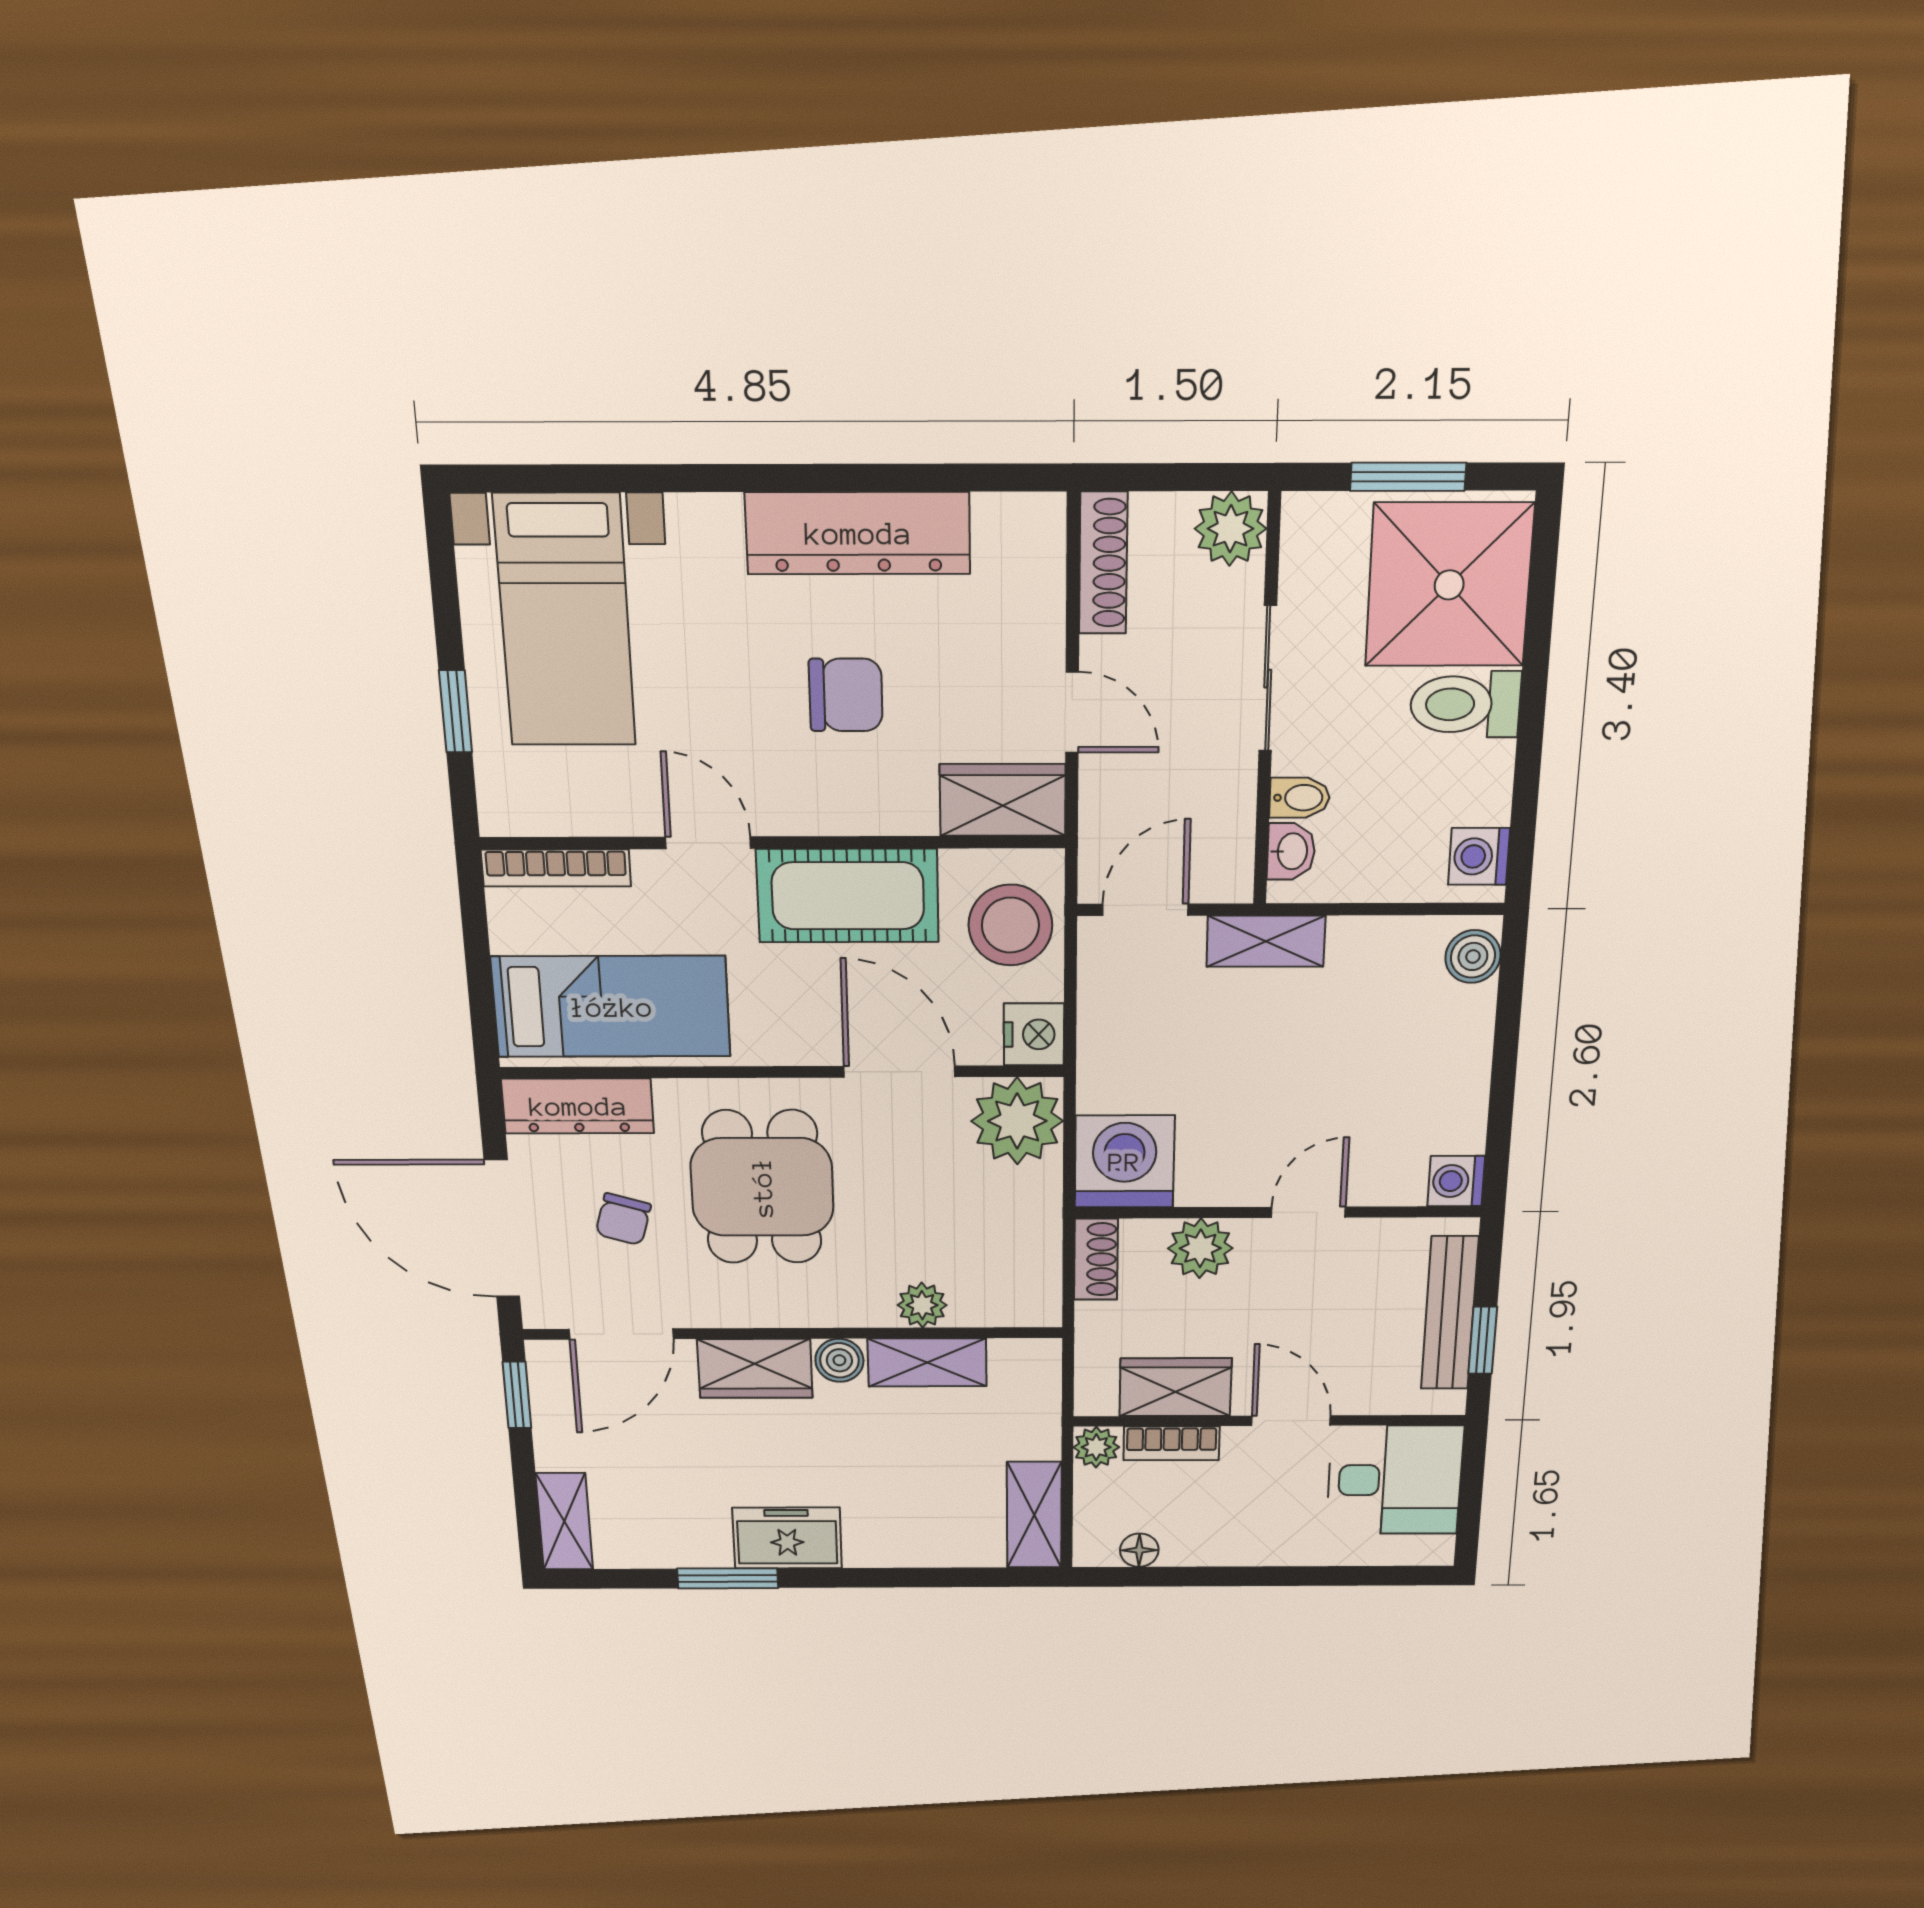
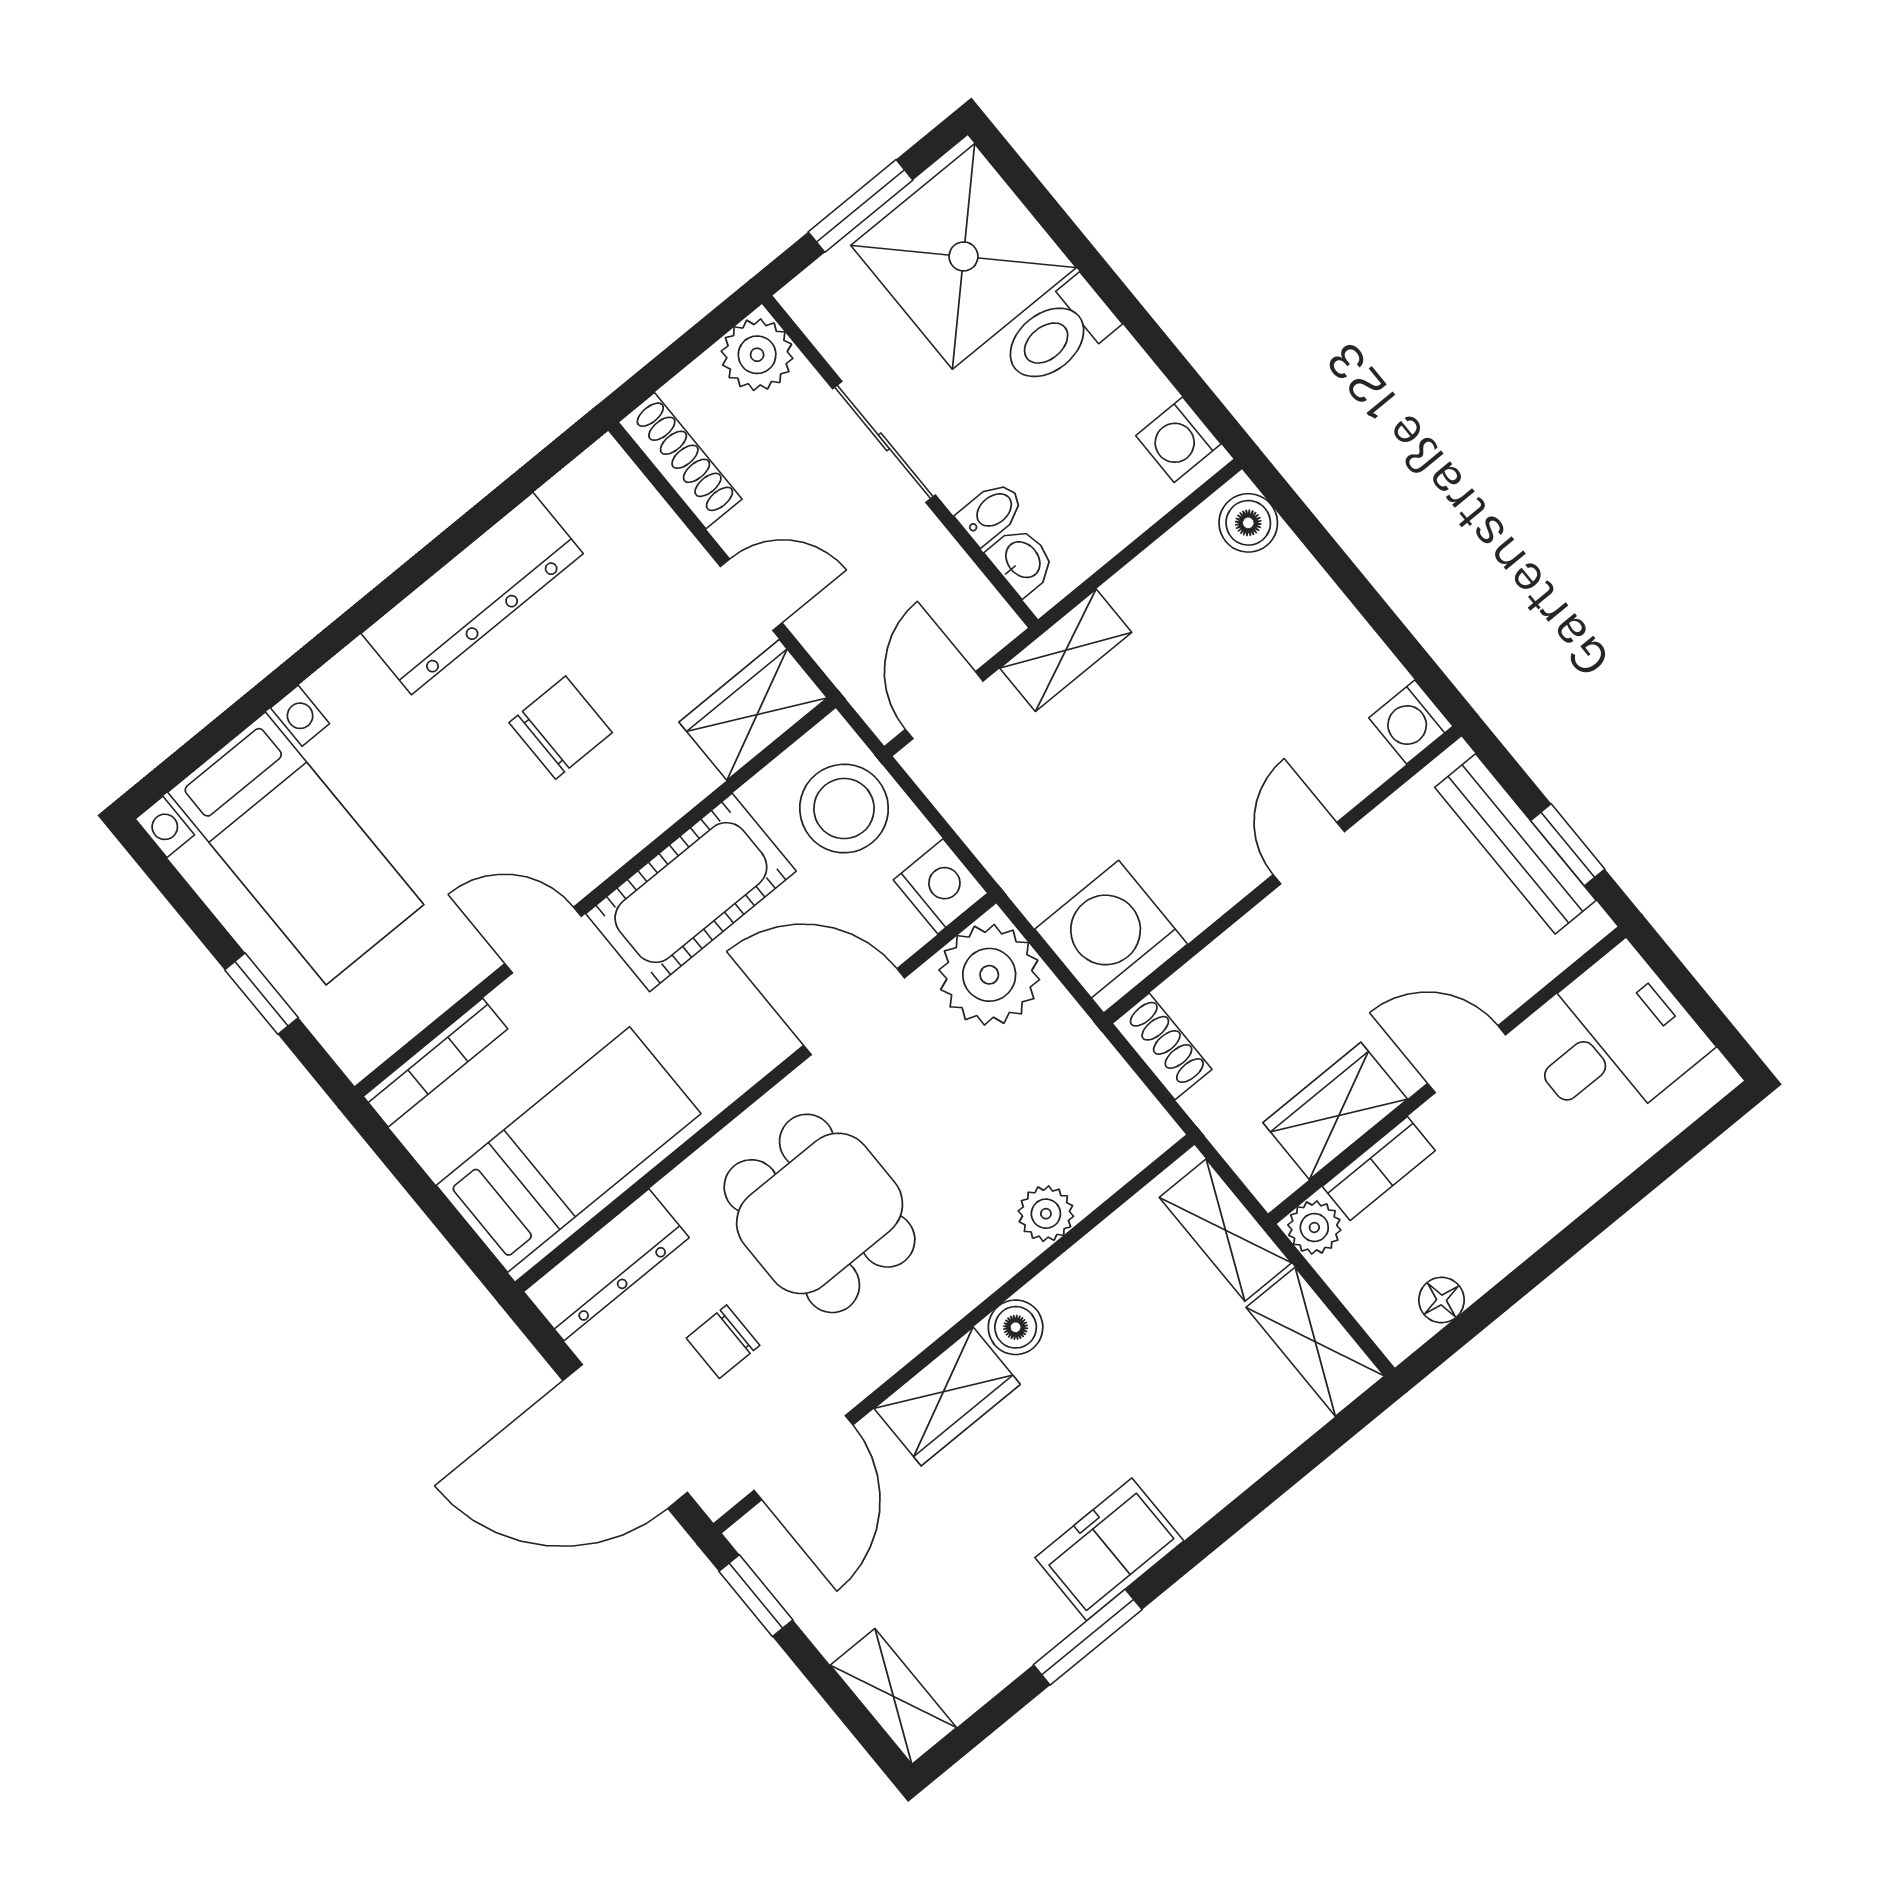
chair: (623, 1219) -> (723, 1342), turned 74
plant: (1200, 1248) -> (1244, 962), removed
shelving: (927, 1362) -> (1225, 1230), moved, turned 90

